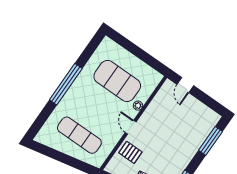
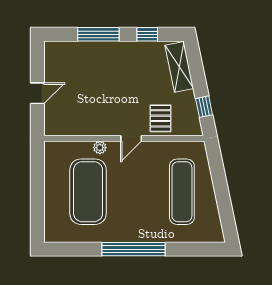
door: (185, 85) -> (37, 93), moved
window: (211, 141) -> (98, 34), moved

